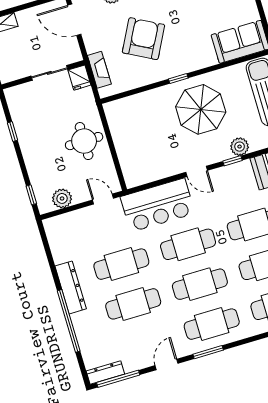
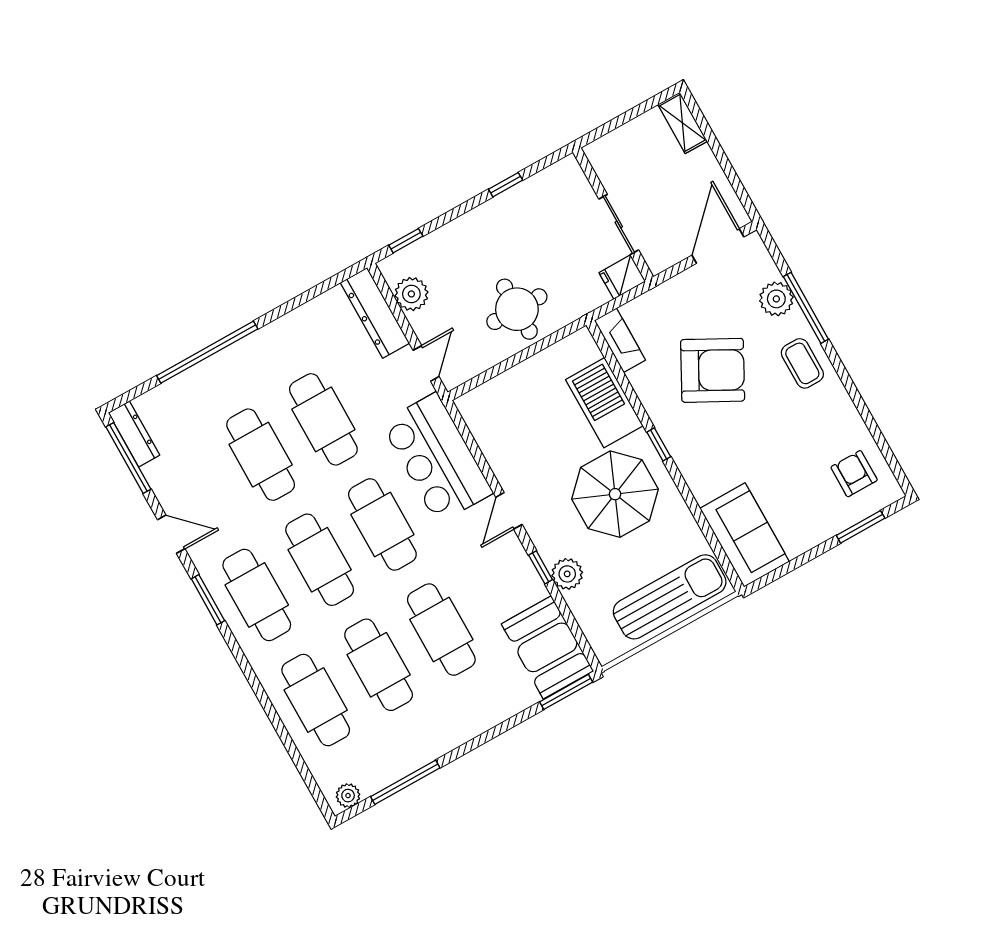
fireplace: (99, 70) -> (620, 340), moved, turned -90
barbecue: (148, 104) -> (604, 403), added
dresser: (71, 287) -> (375, 313), moved, turned 90

